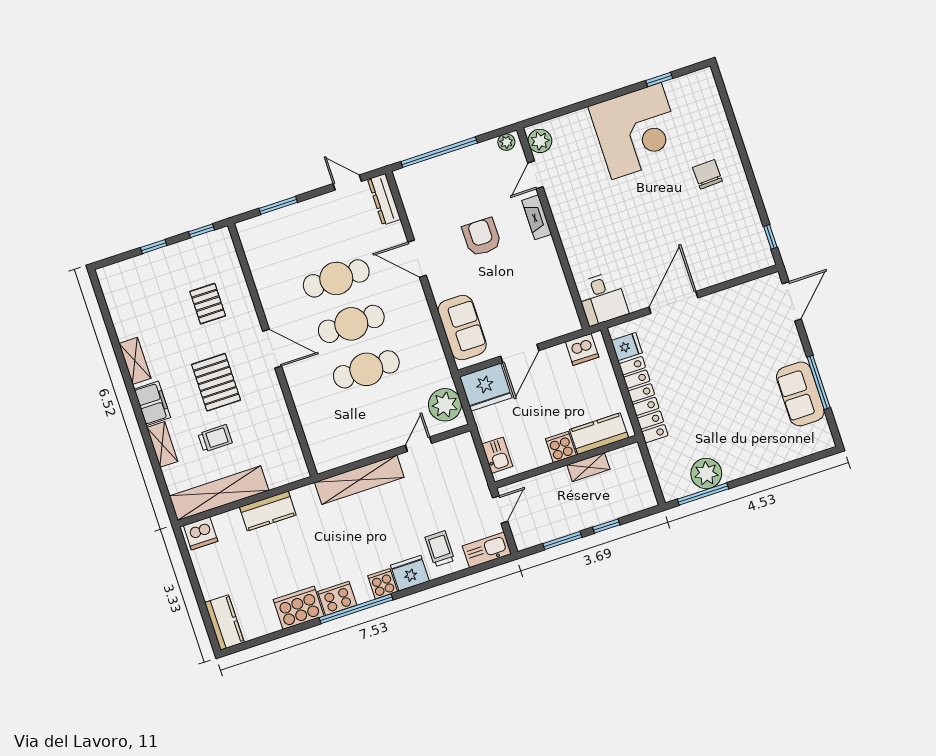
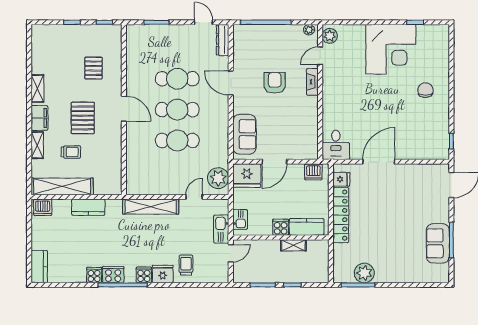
kitchen sink: (487, 550) -> (221, 229), moved, turned -90
cooker: (299, 608) -> (94, 275), width x0.53, depth x0.76

